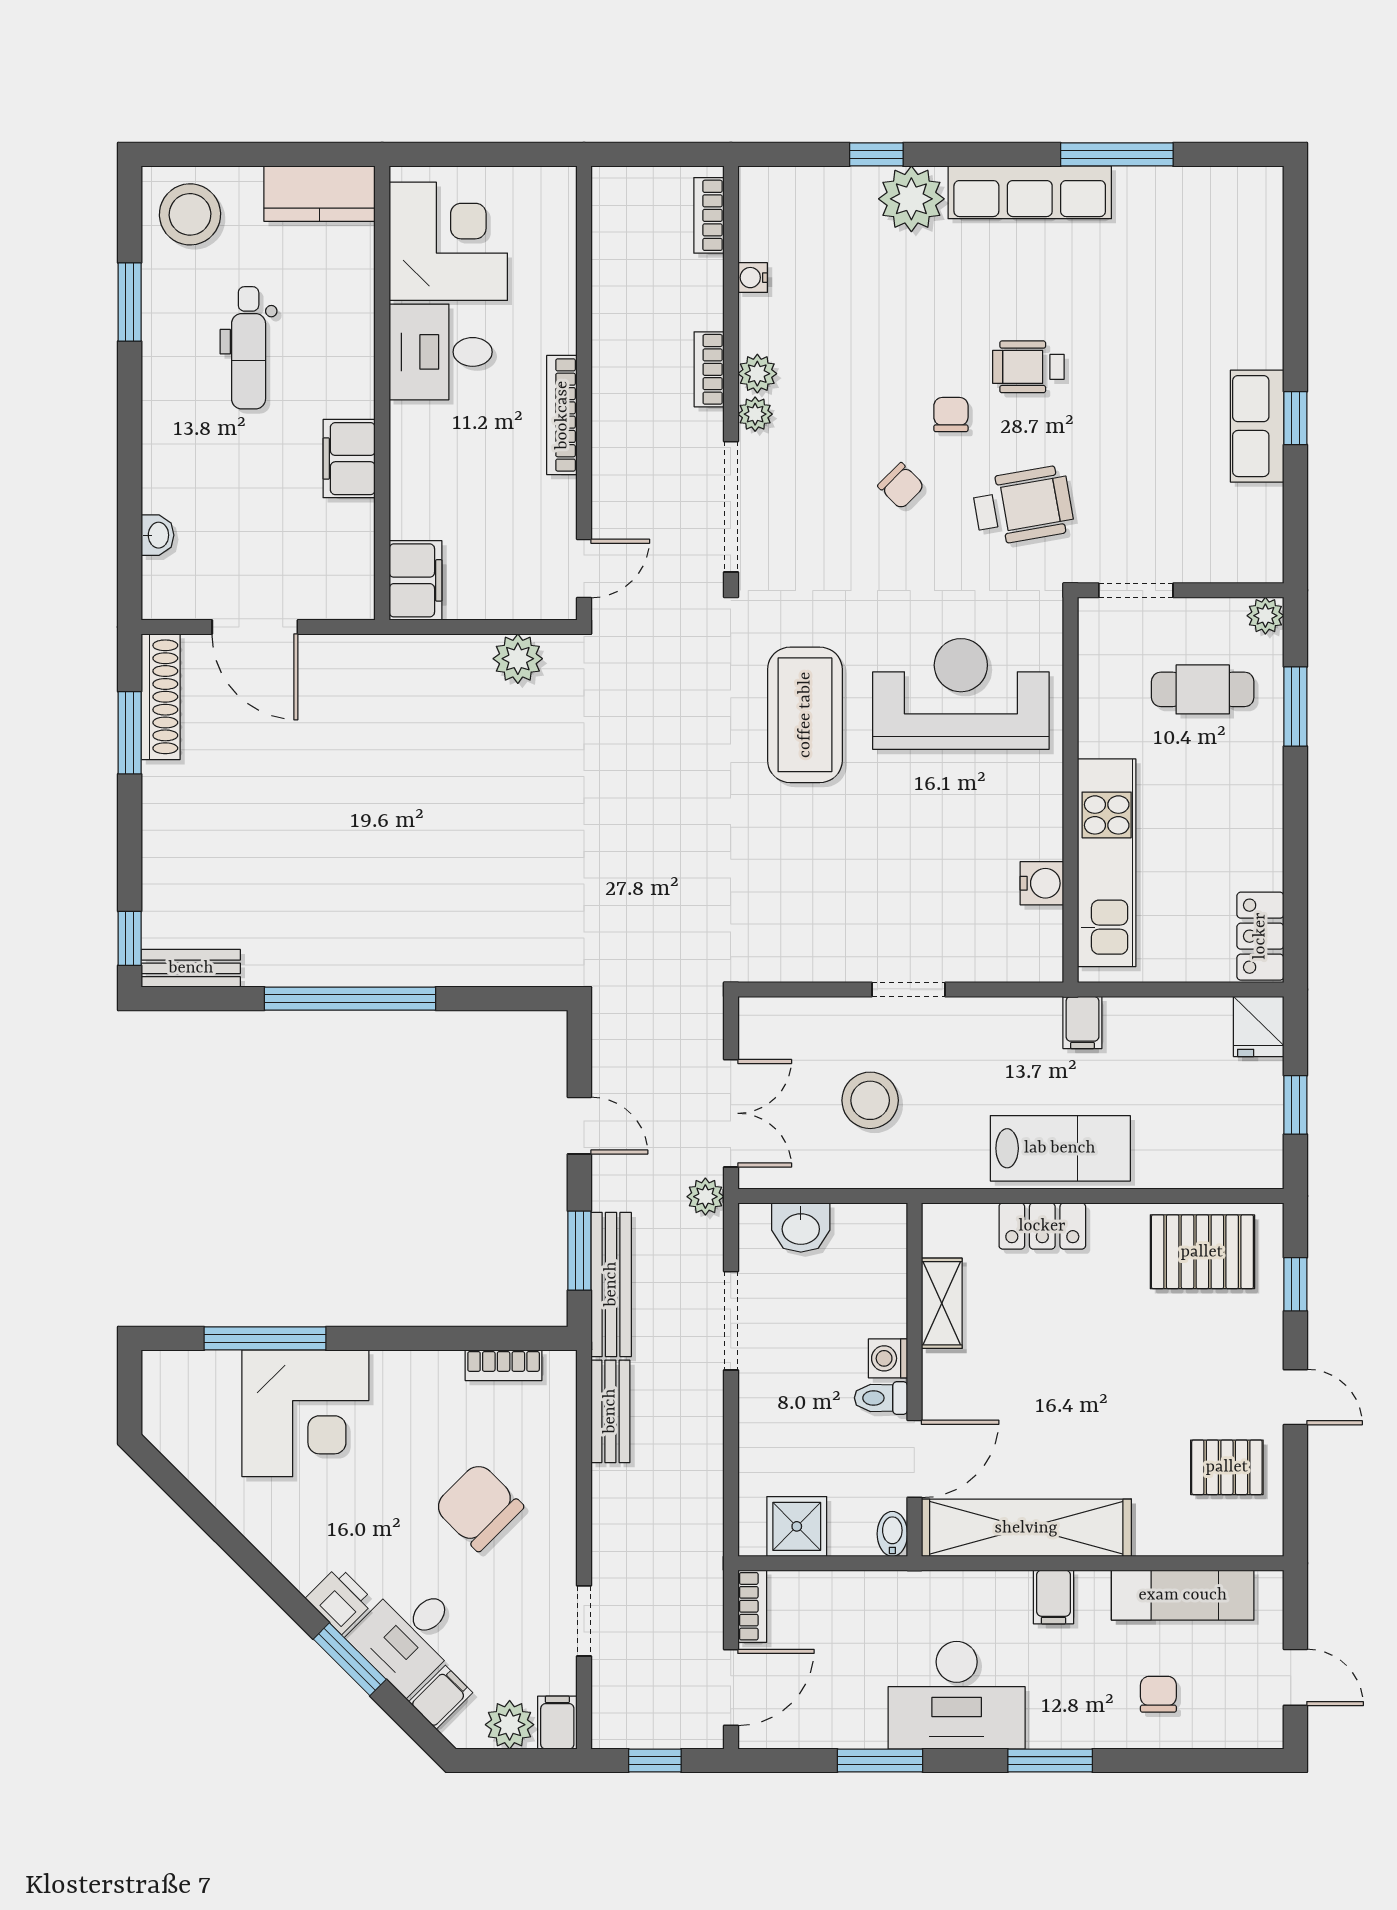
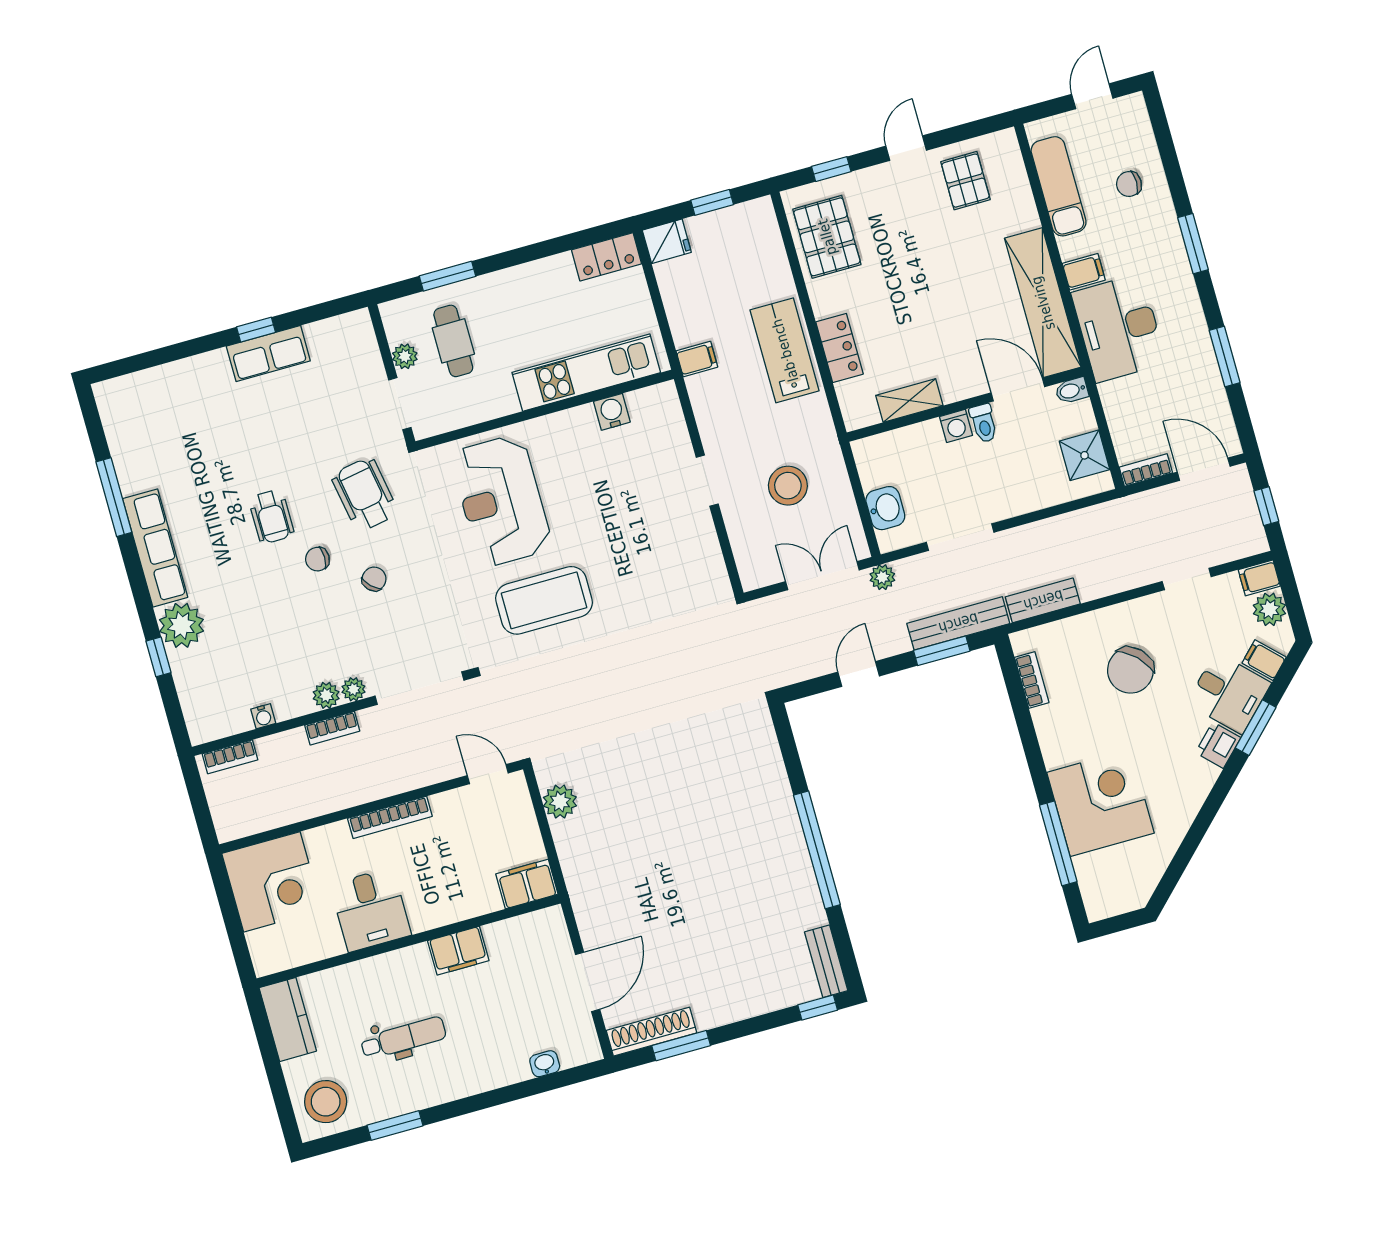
corner desk: (448, 241) -> (272, 882), moved, turned 180
plant: (1265, 616) -> (405, 356), moved
desk: (957, 1695) -> (1119, 328), moved, turned 180

